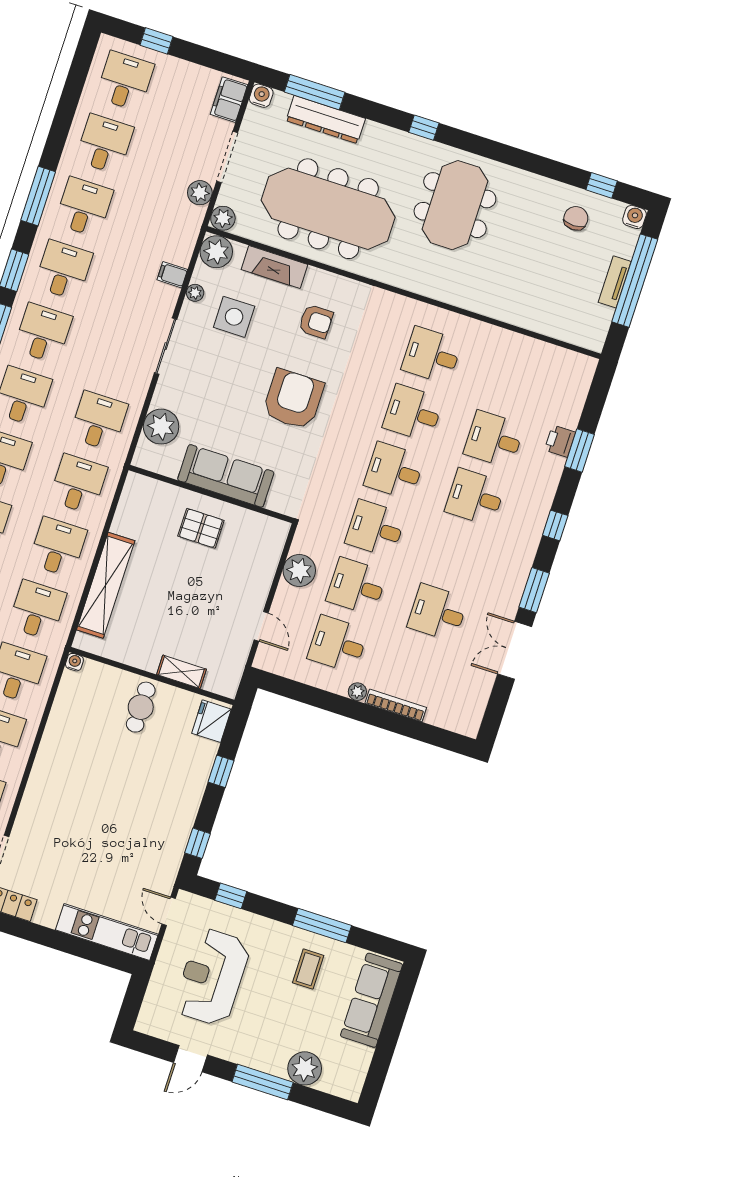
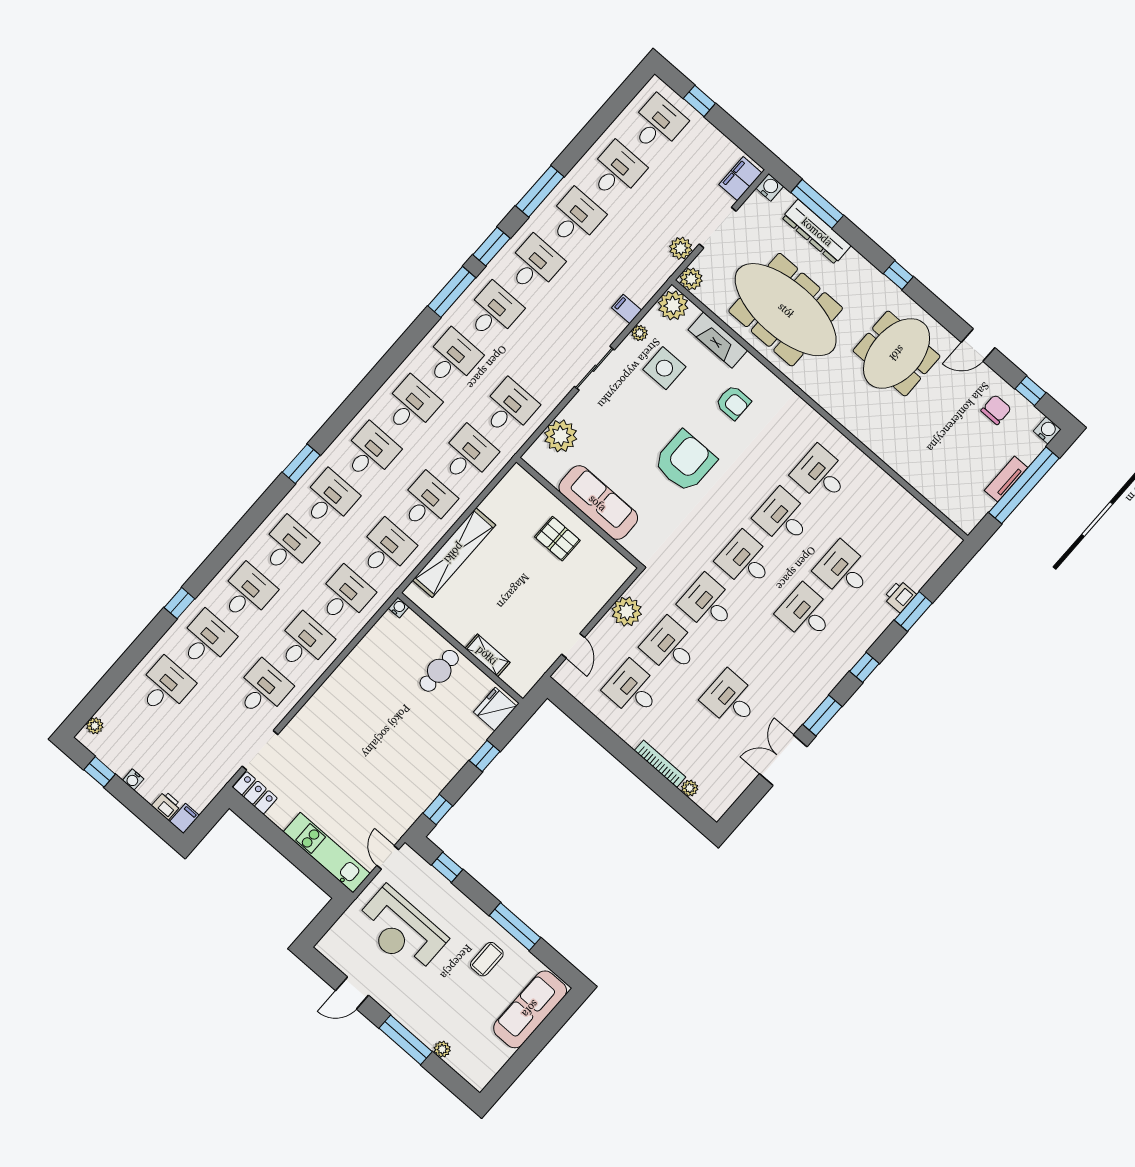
door: (531, 163) -> (978, 345), added
plant: (357, 692) -> (690, 788), moved
reception desk: (212, 977) -> (401, 930), turned -90
plant: (305, 1068) -> (442, 1049), width x0.53, depth x0.53

